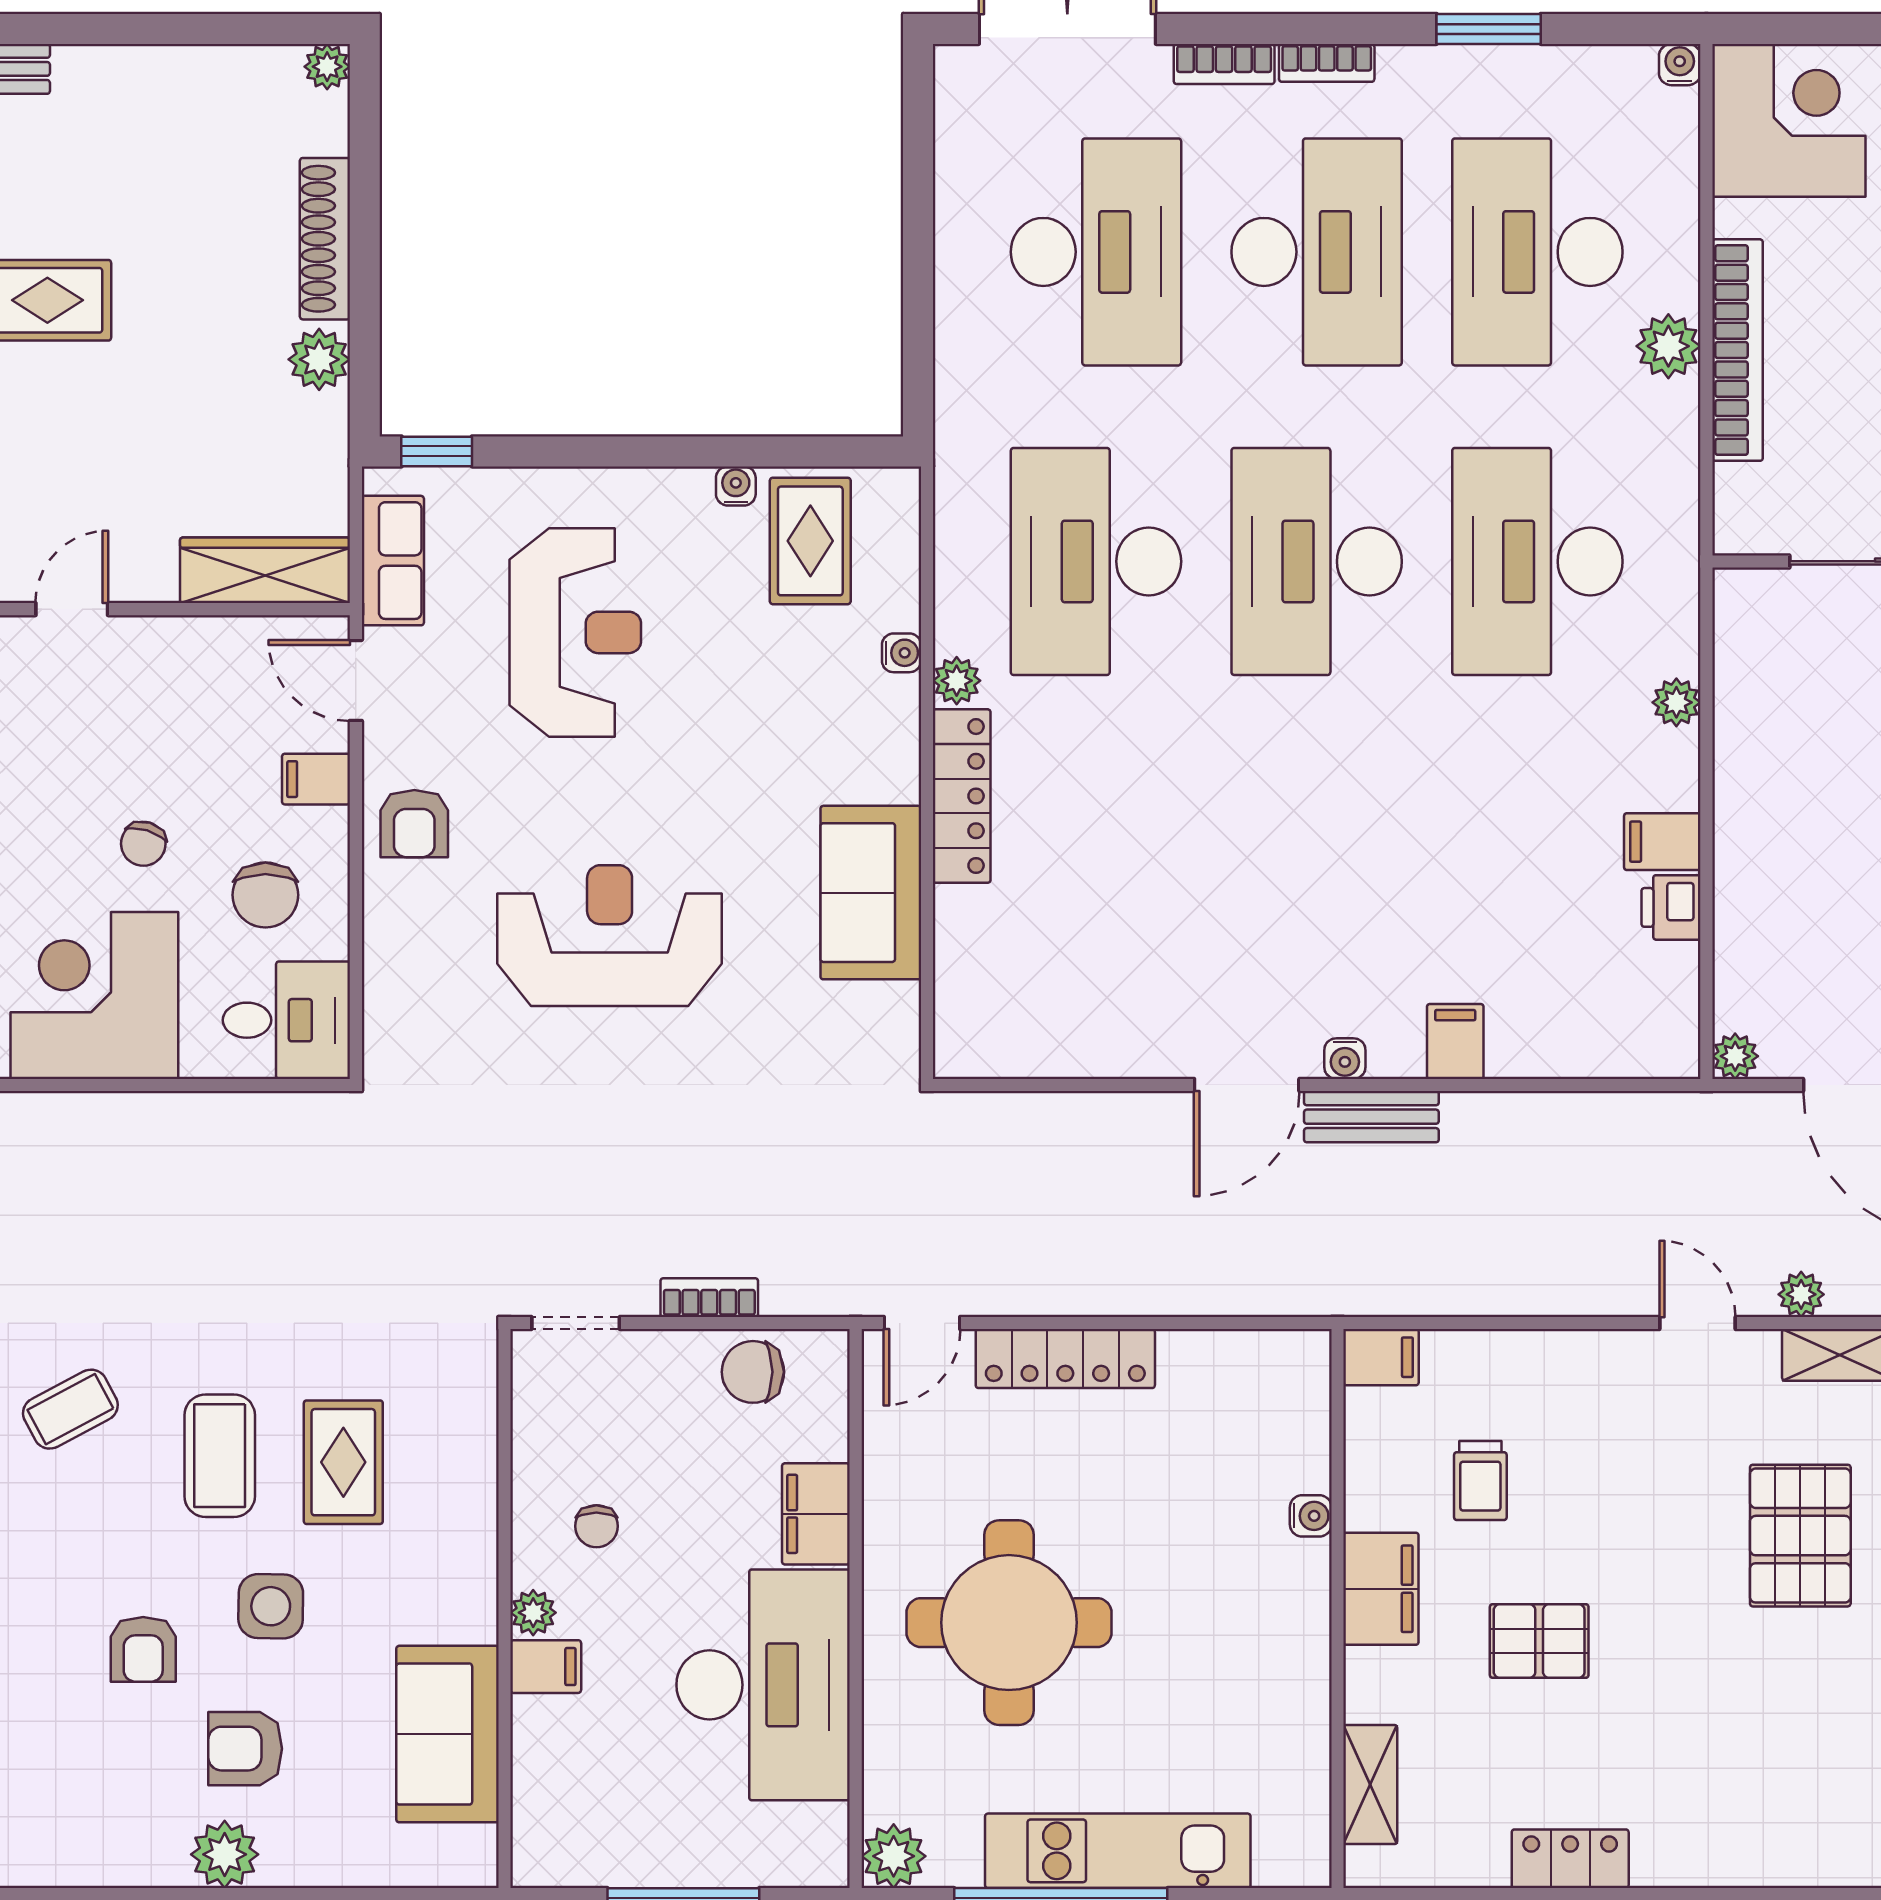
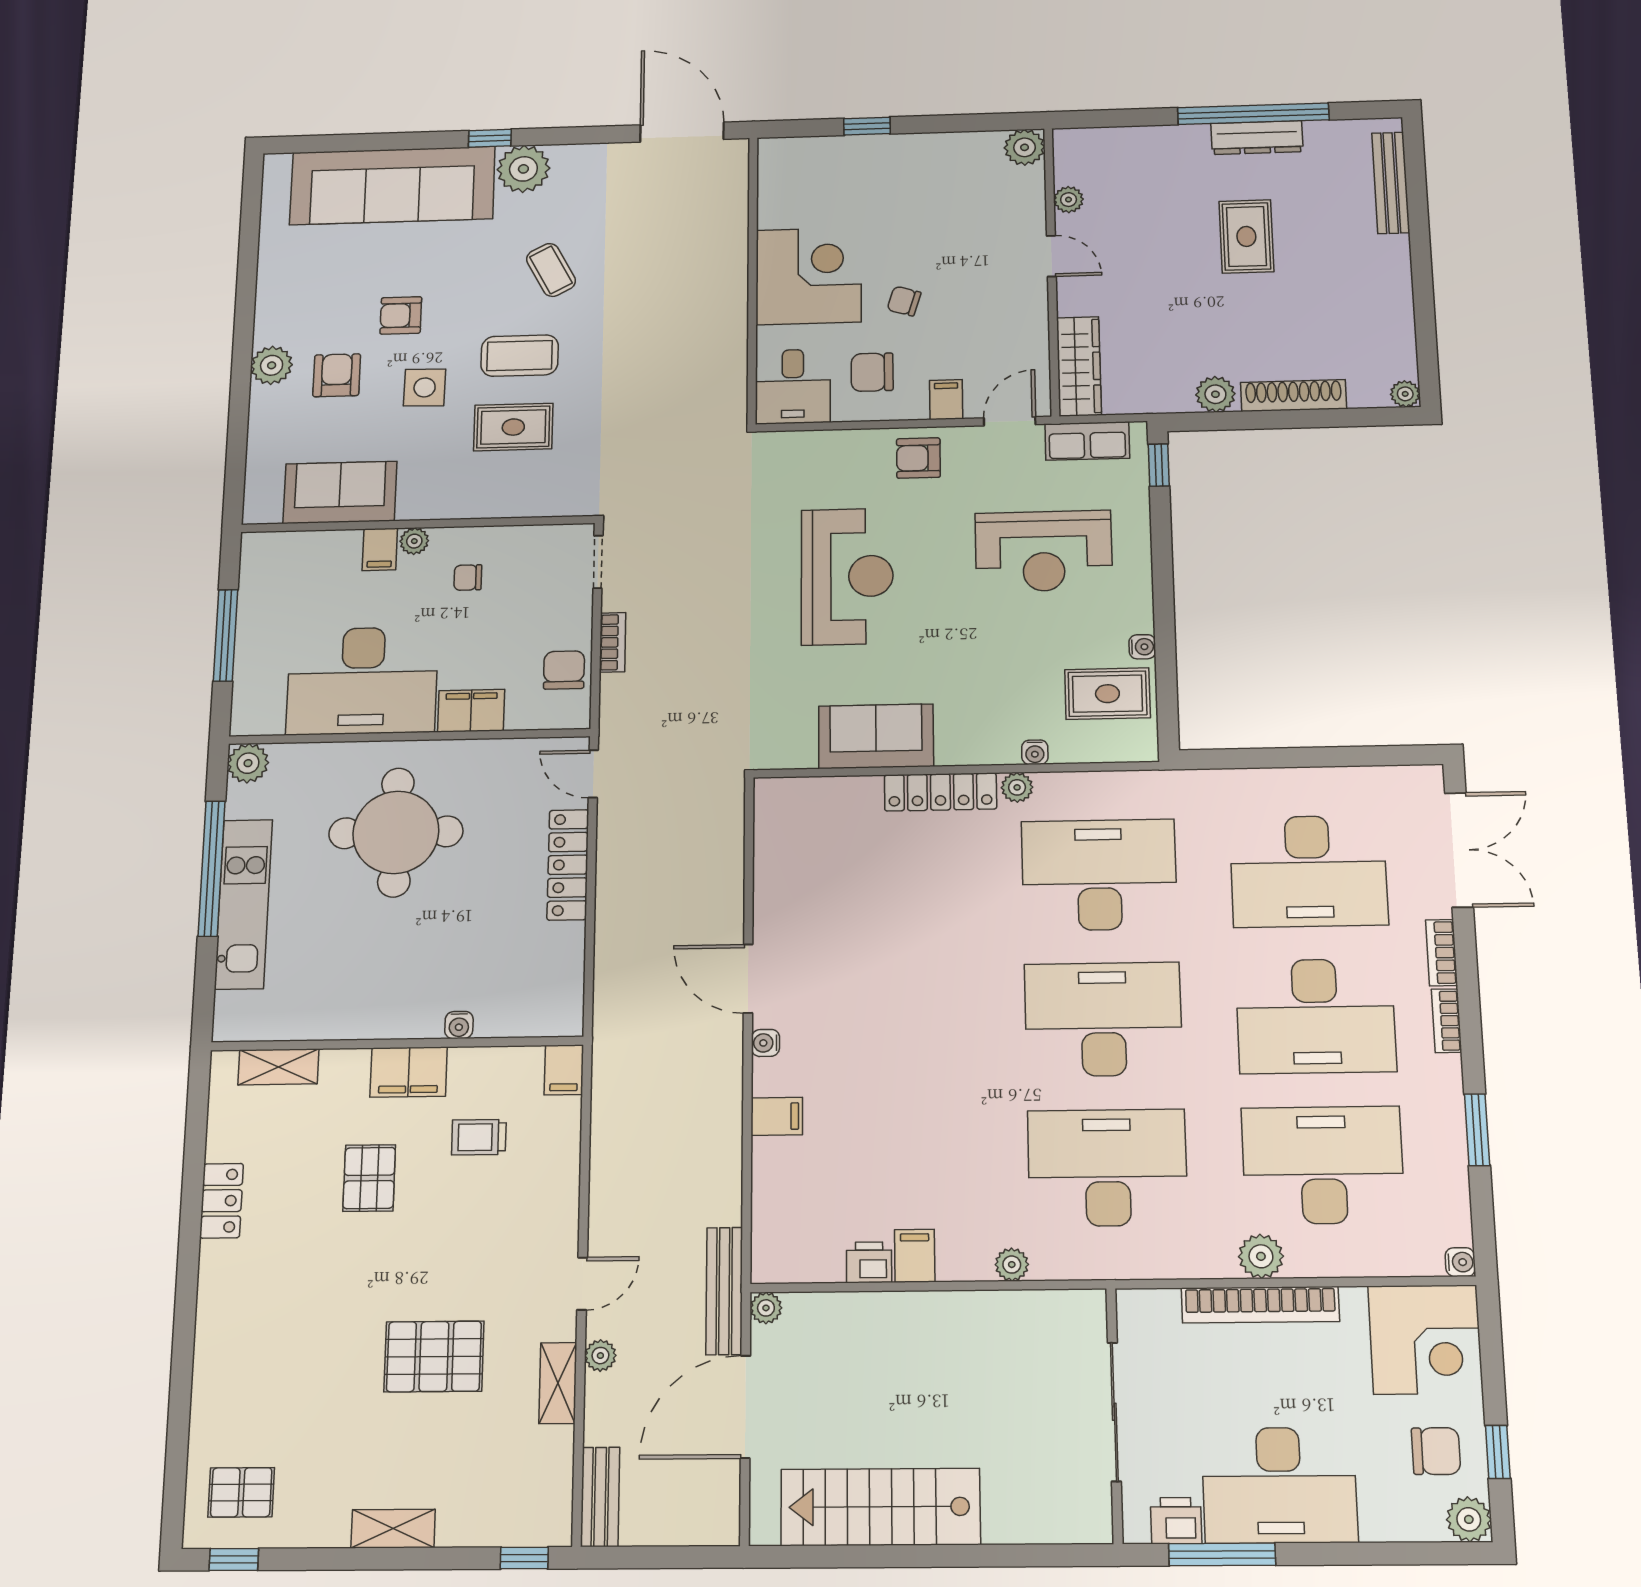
bench: (1371, 1117) -> (724, 1291), moved, width x1.36

